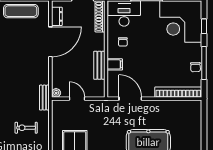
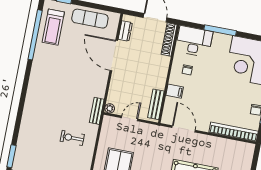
door: (50, 42) -> (114, 56), swing flipped
bench: (99, 65) -> (156, 104), moved
door: (77, 99) -> (130, 118), hinge flipped

